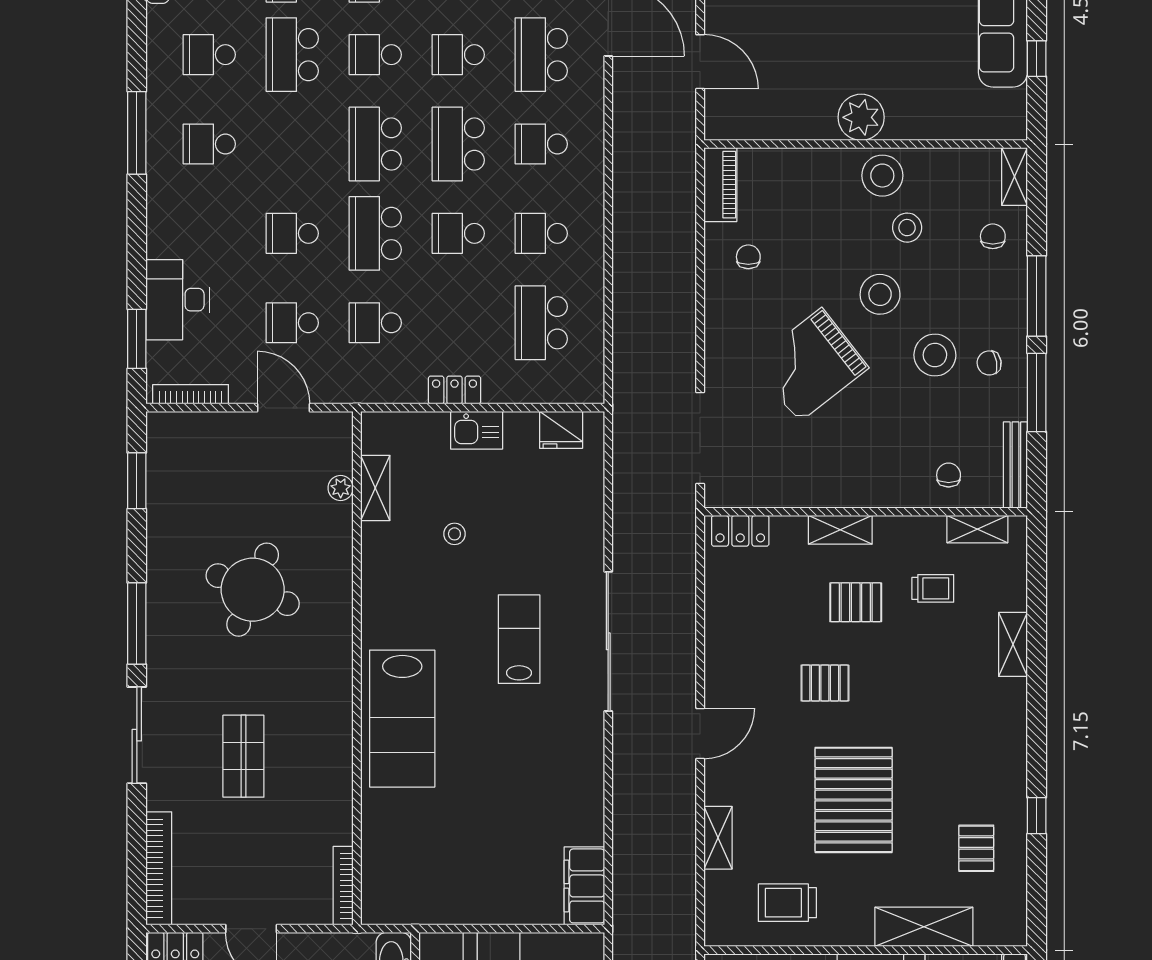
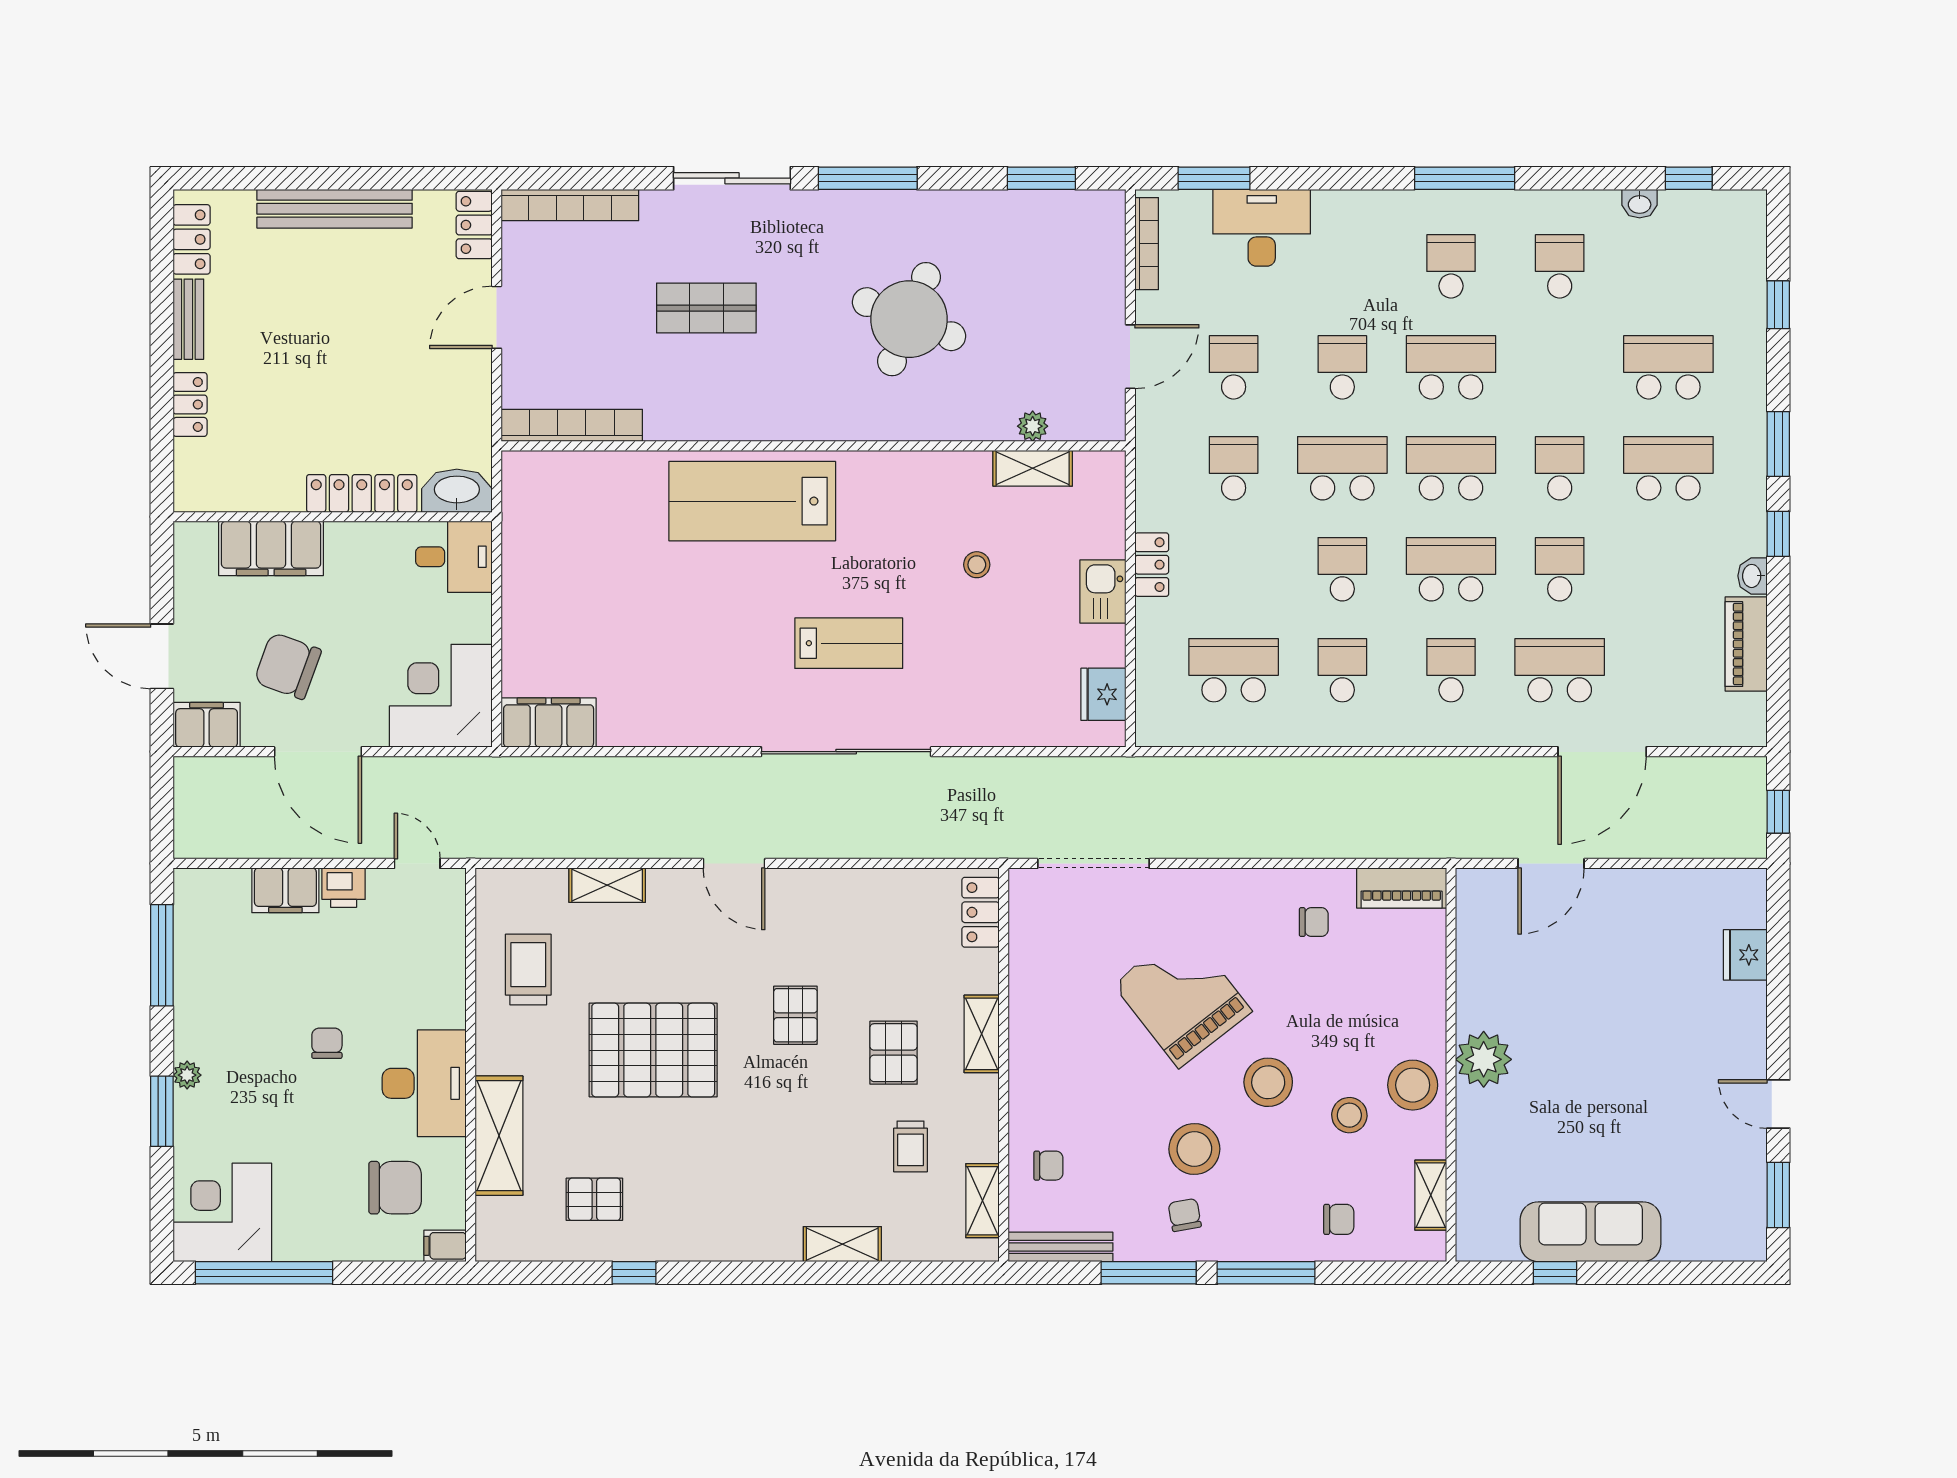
school desk: (292, 55) -> (1451, 367), moved
shelving: (1015, 177) -> (1431, 1195), moved, turned 90
bookcase: (343, 886) -> (572, 425), width x1.48, depth x1.31

